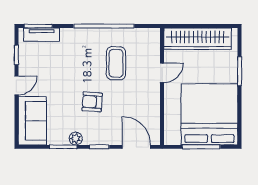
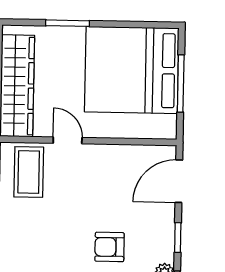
coffee table: (116, 63) -> (29, 172), moved, turned 90
armchair: (92, 102) -> (110, 247), turned 86

